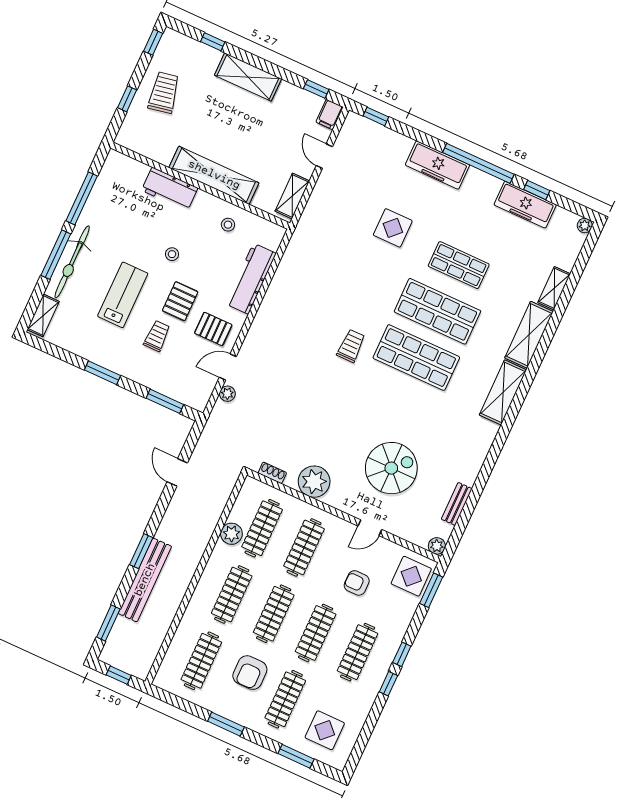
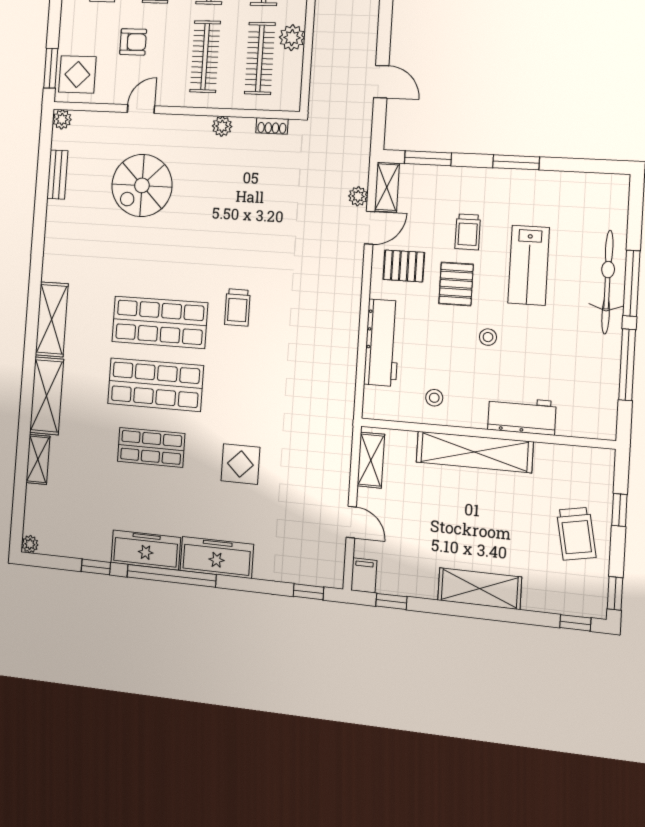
window: (213, 42) -> (575, 623), moved
freezer: (525, 205) -> (146, 550), moved
shelving: (43, 315) -> (387, 187), moved
plant: (314, 482) -> (222, 126), width x0.53, depth x0.53

